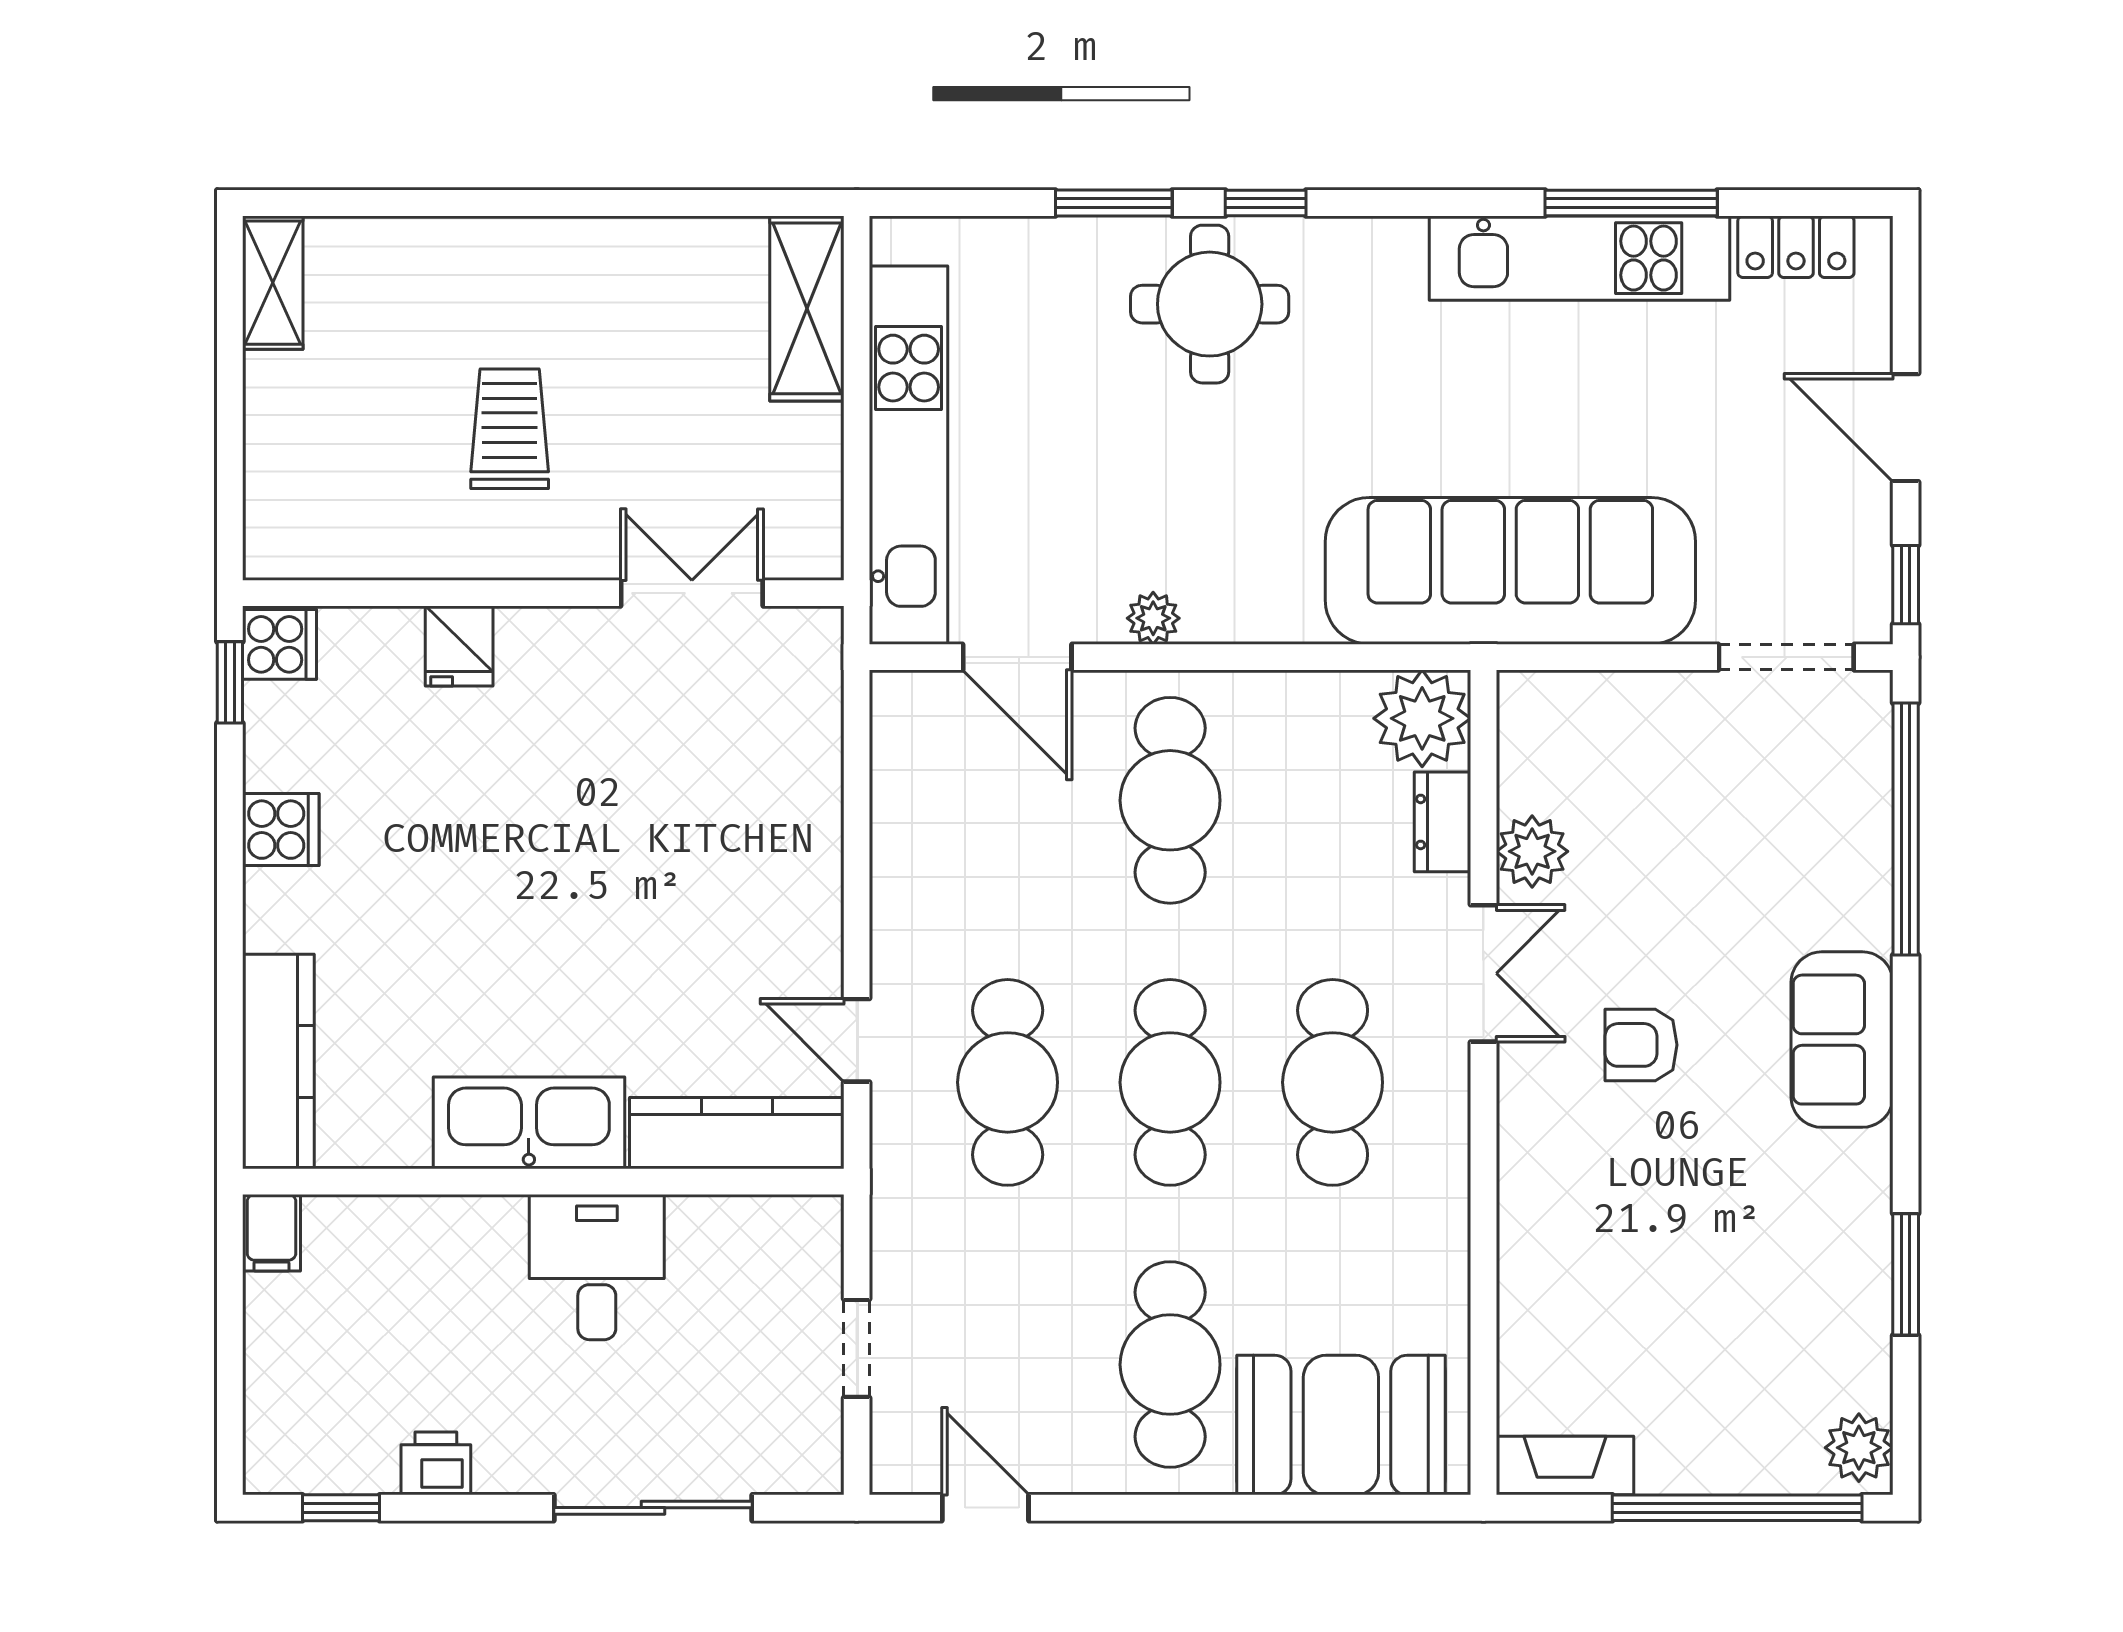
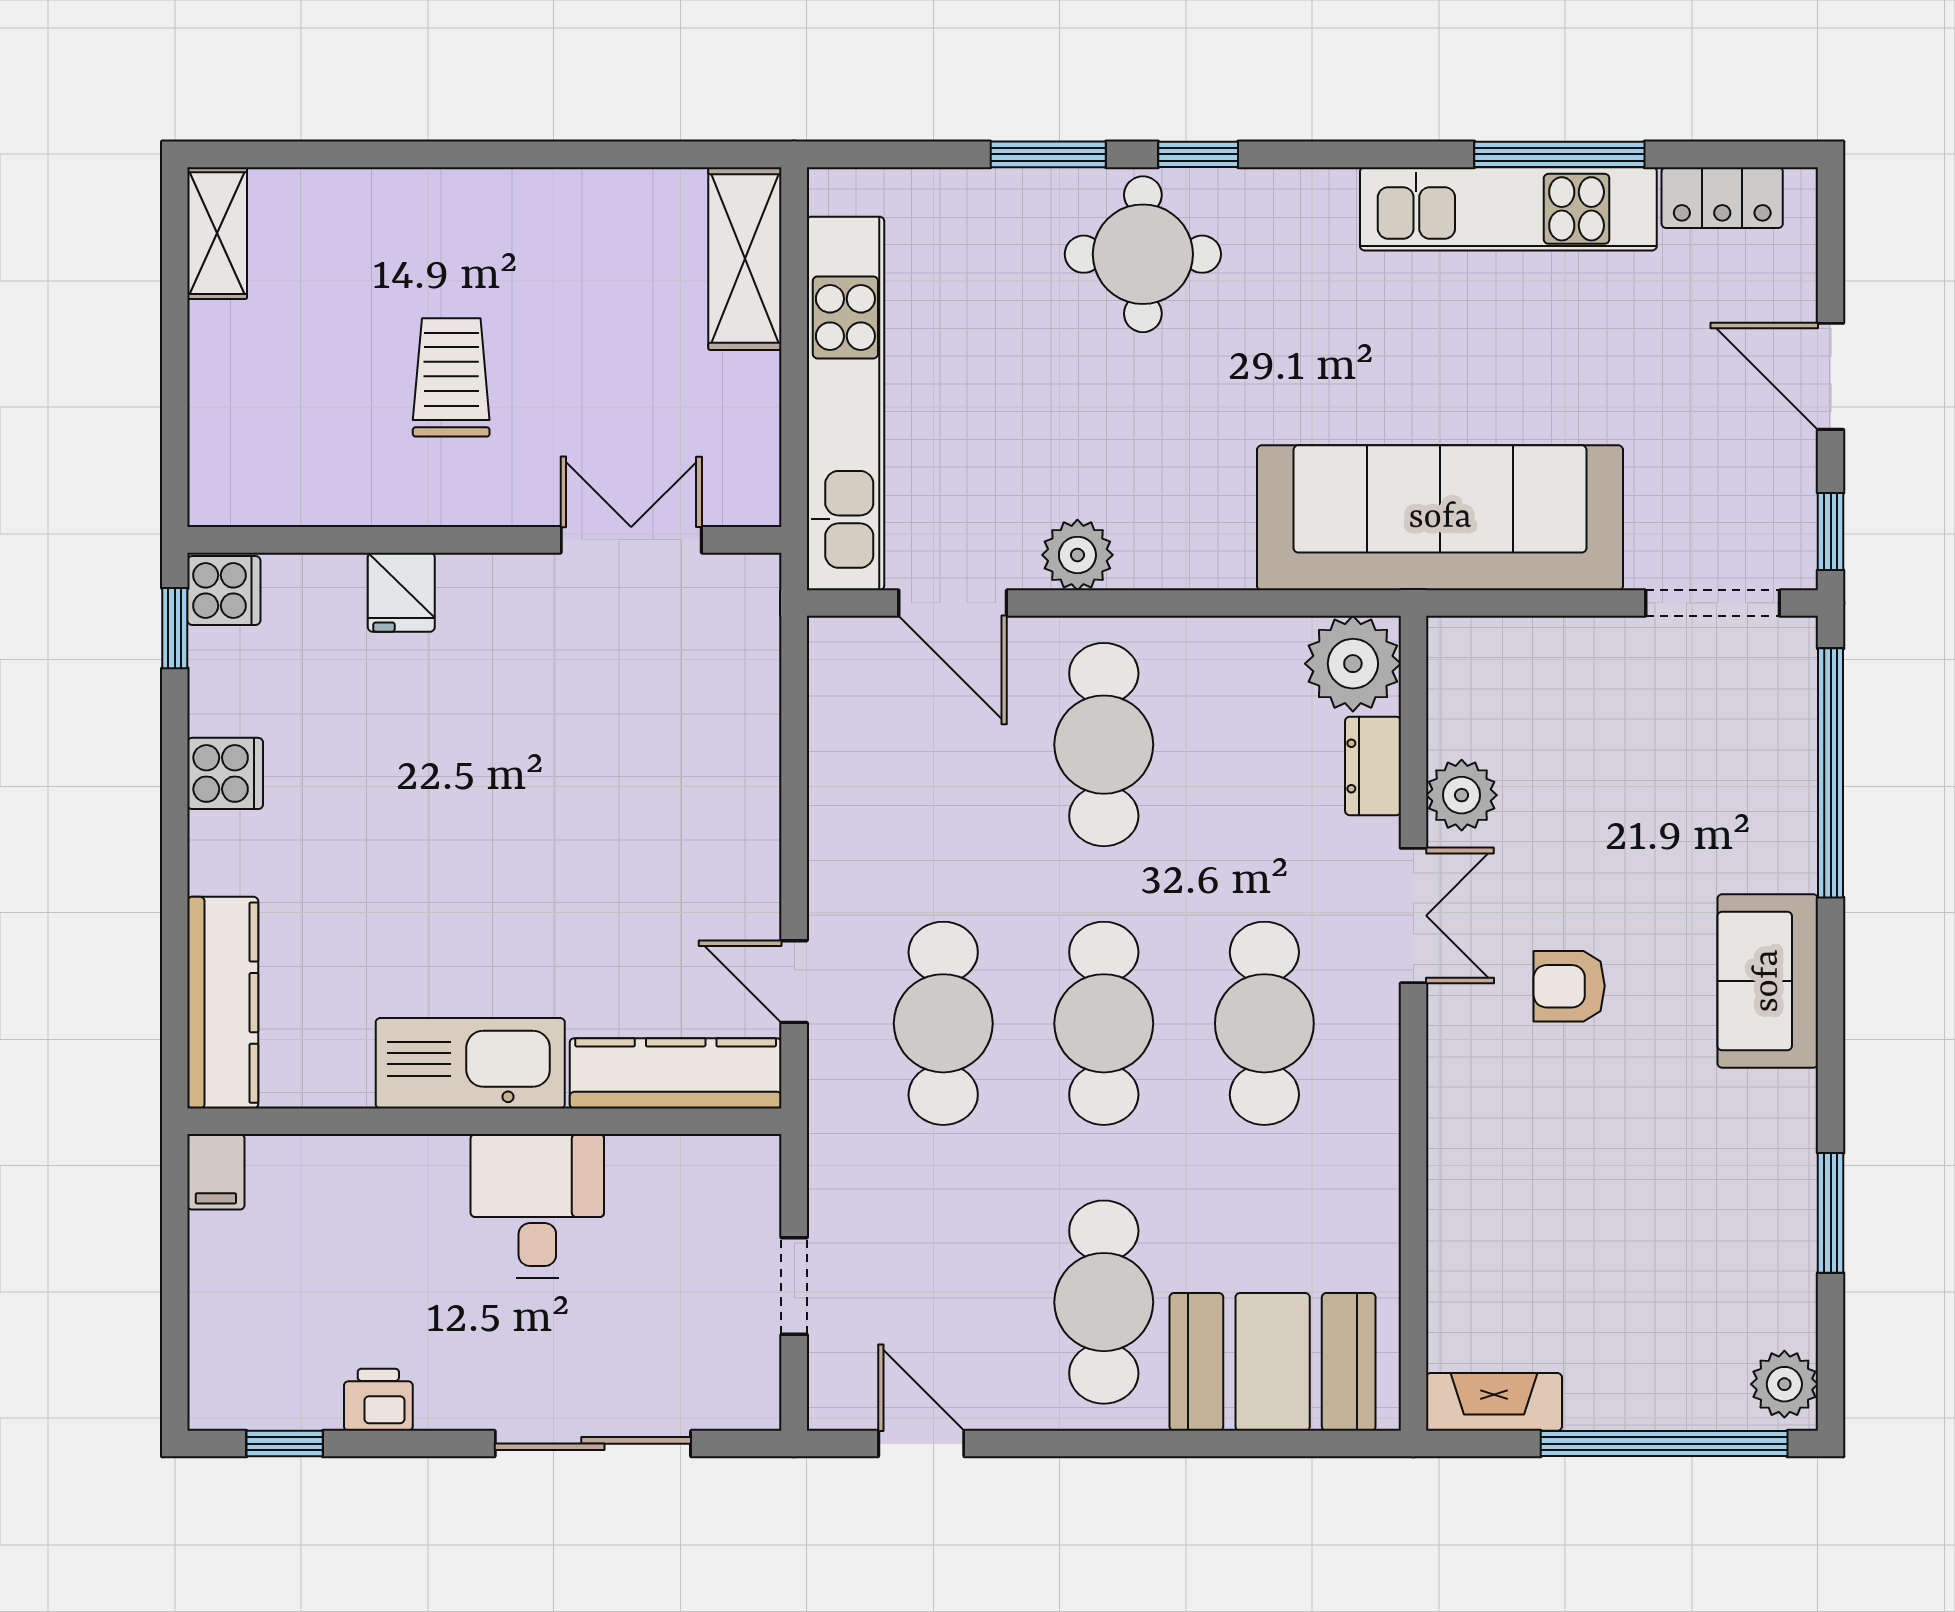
plant: (1153, 618) -> (1077, 555), width x1.38, depth x1.38

